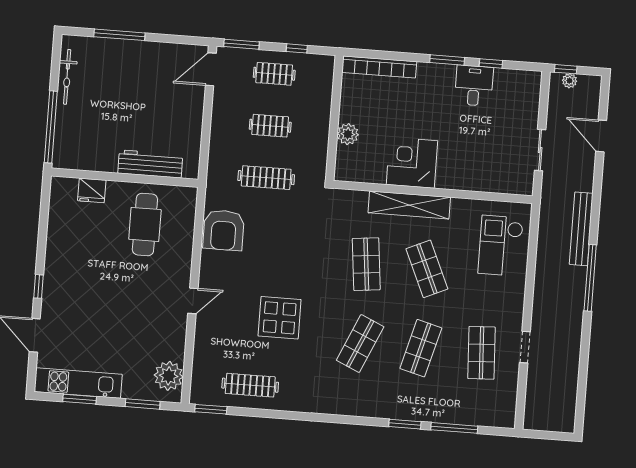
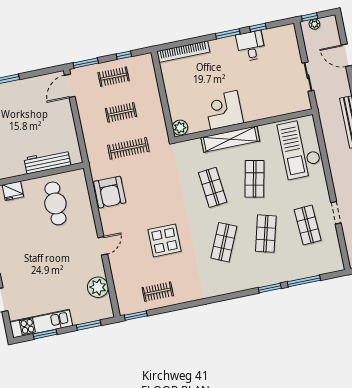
plant: (348, 134) -> (180, 128), moved
checkout: (501, 246) -> (300, 149), width x1.36, depth x1.21
shop shelf: (427, 269) -> (255, 179), turned 36
plant: (169, 376) -> (98, 287), moved
clothes rail: (250, 385) -> (158, 292), width x0.73

